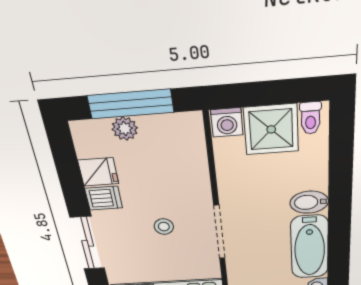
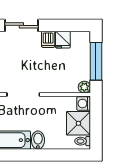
plant: (125, 129) -> (84, 87), moved
stool: (164, 227) -> (29, 67), removed

